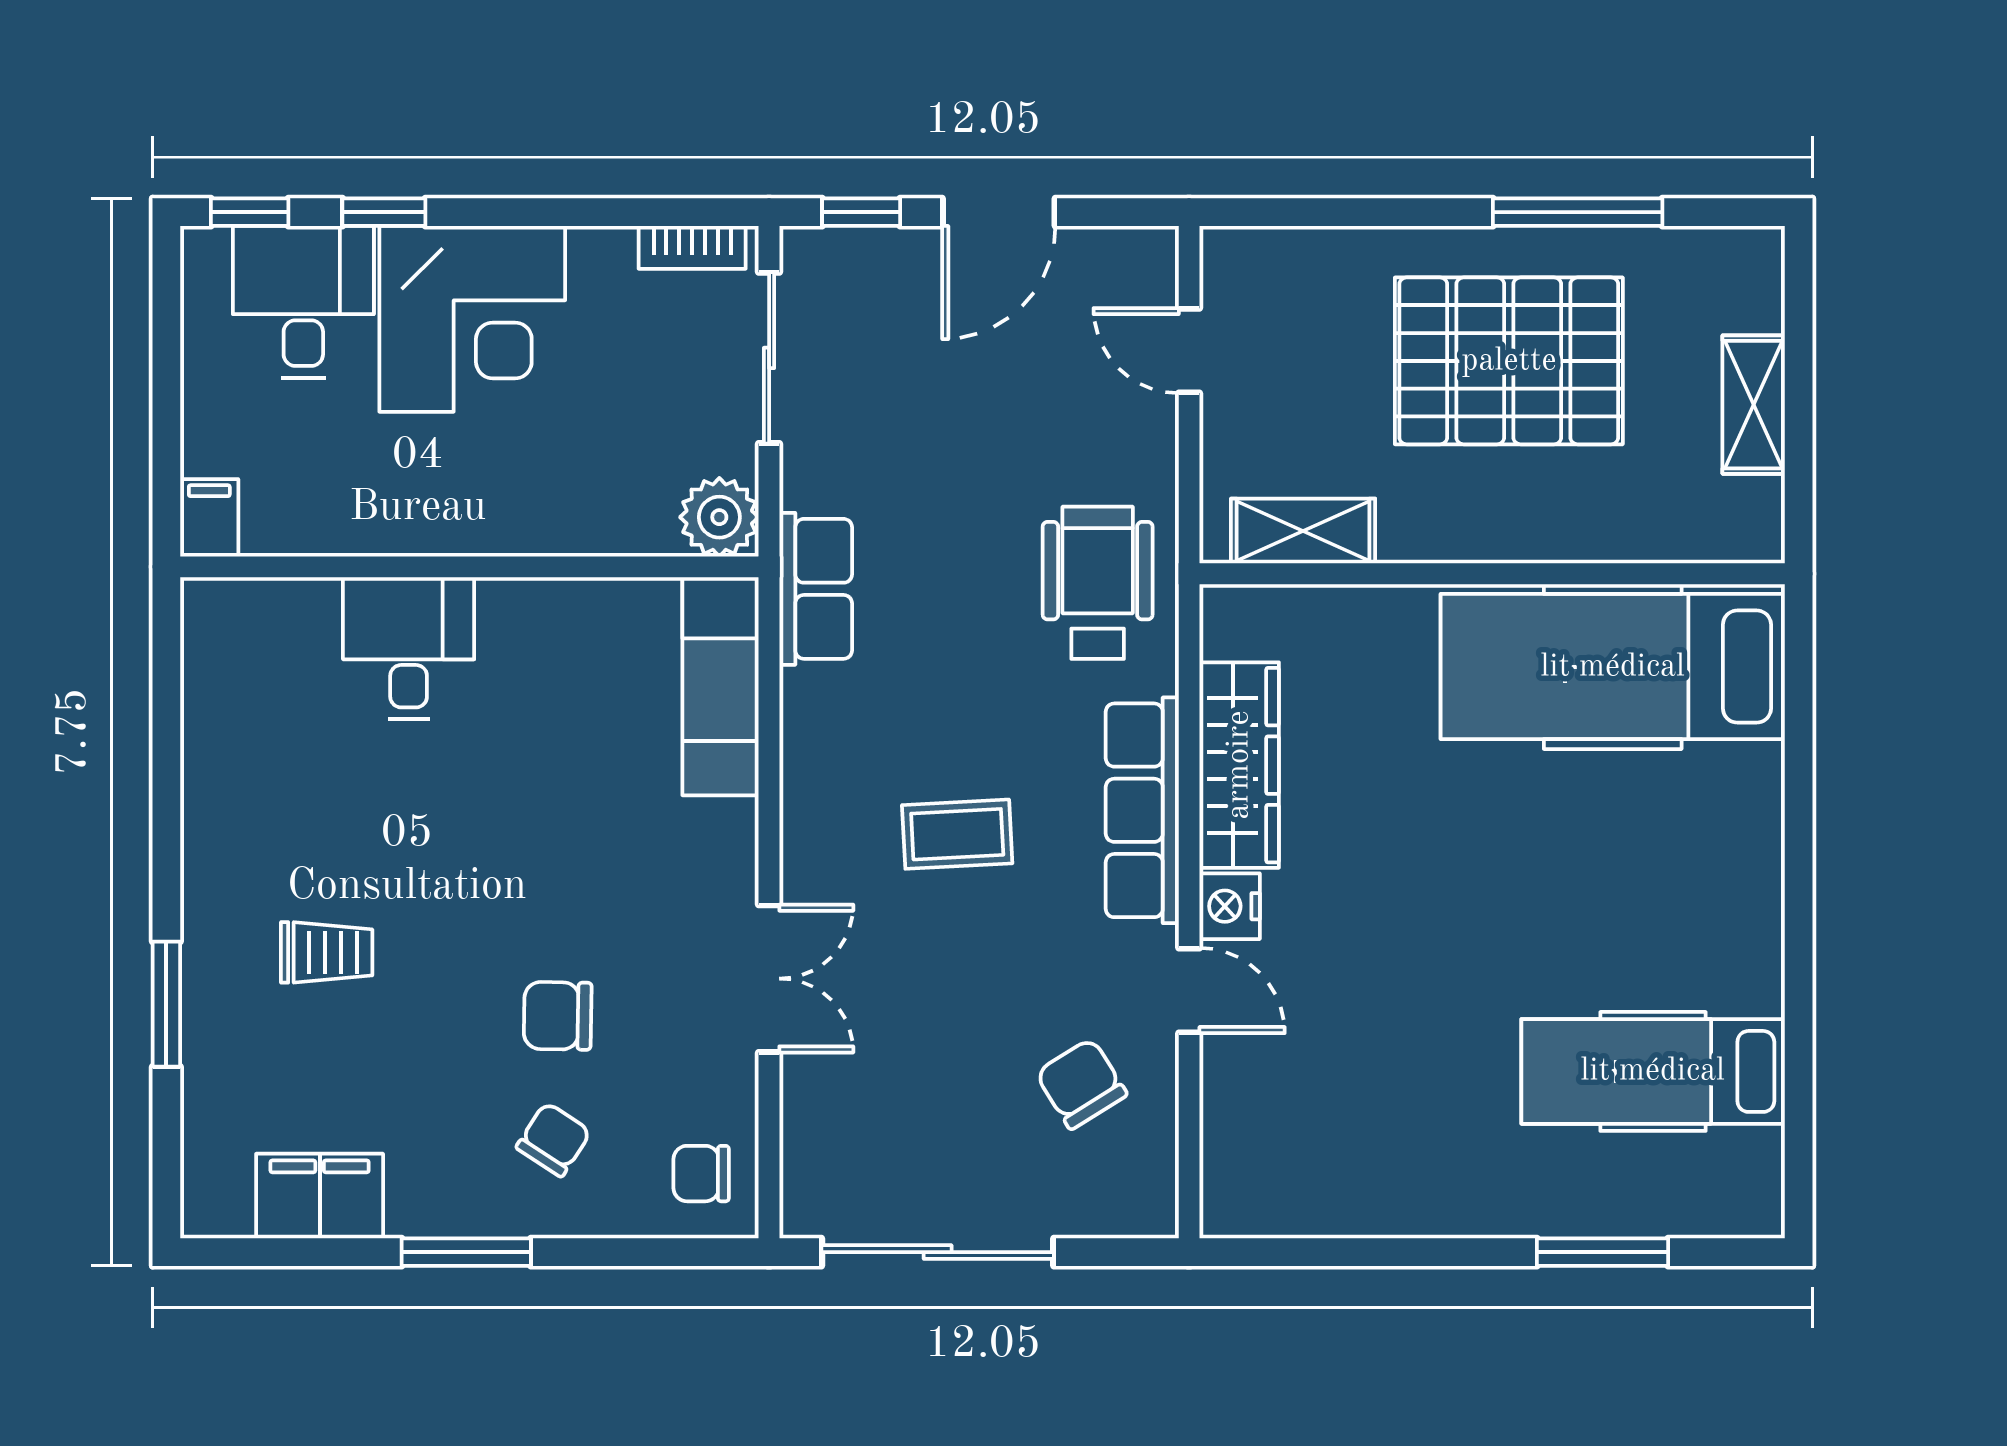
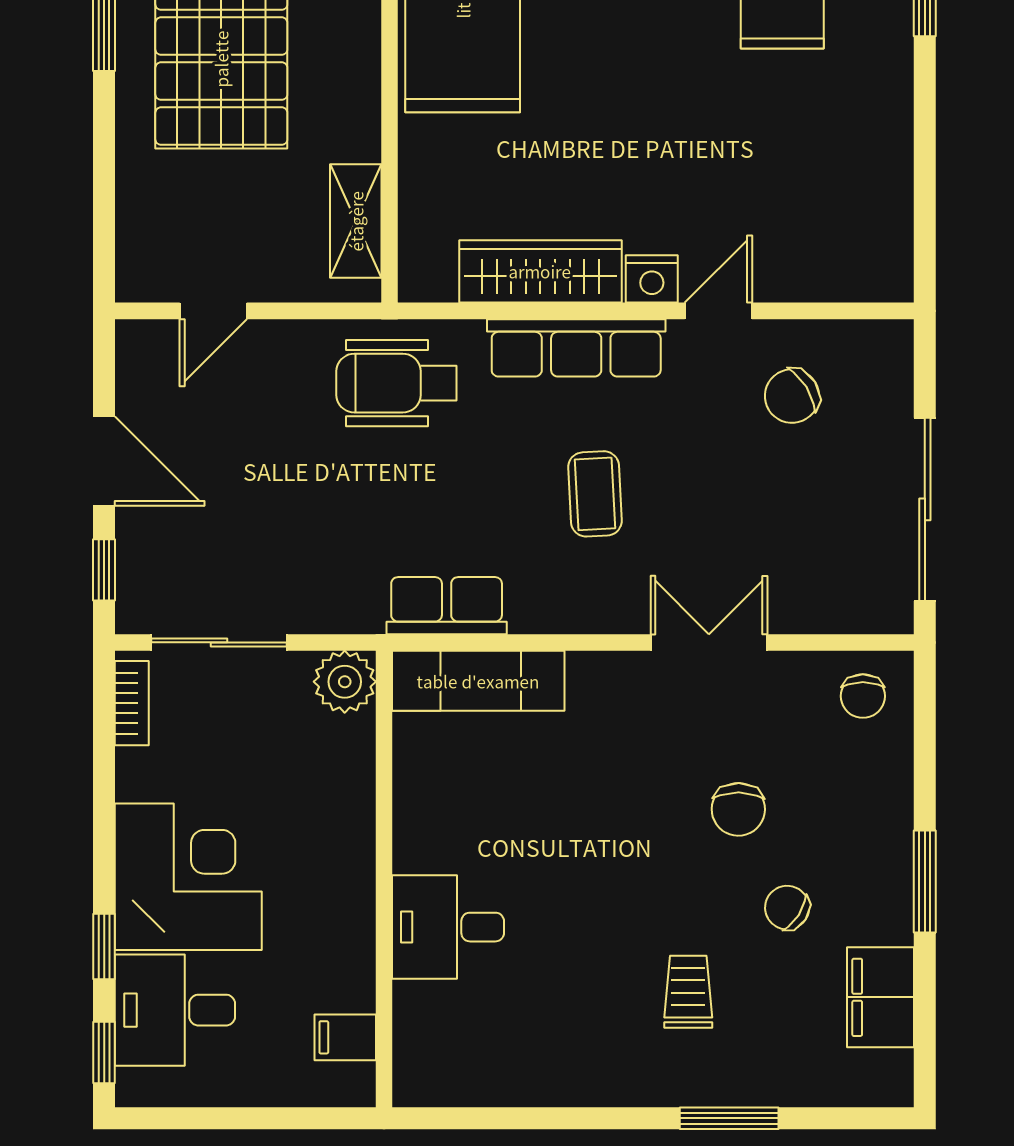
filing cabinet: (209, 518) -> (345, 1037), moved
row of seats: (816, 589) -> (447, 606), moved
chair: (554, 1139) -> (787, 908), moved

